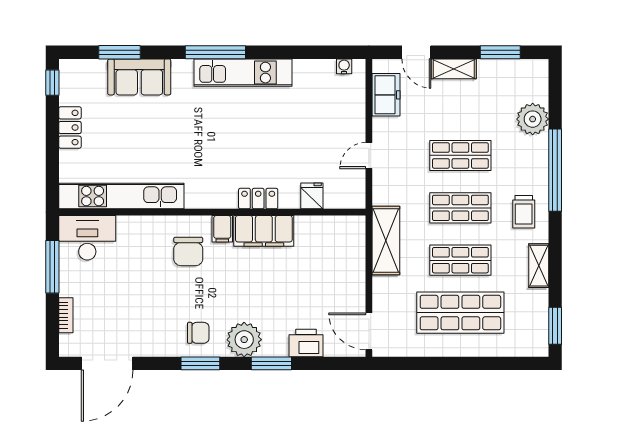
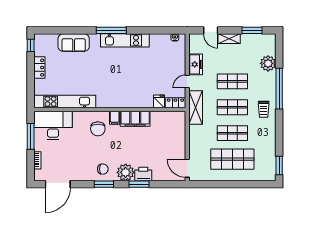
window: (120, 52) -> (64, 30), removed
freezer: (386, 95) -> (196, 64), moved
locker: (258, 199) -> (175, 103), moved
desk: (87, 238) -> (53, 125), width x1.36, depth x1.30
shelving: (386, 241) -> (196, 108), moved
shelving: (539, 266) -> (271, 136), removed
printer: (306, 343) -> (143, 174), moved

